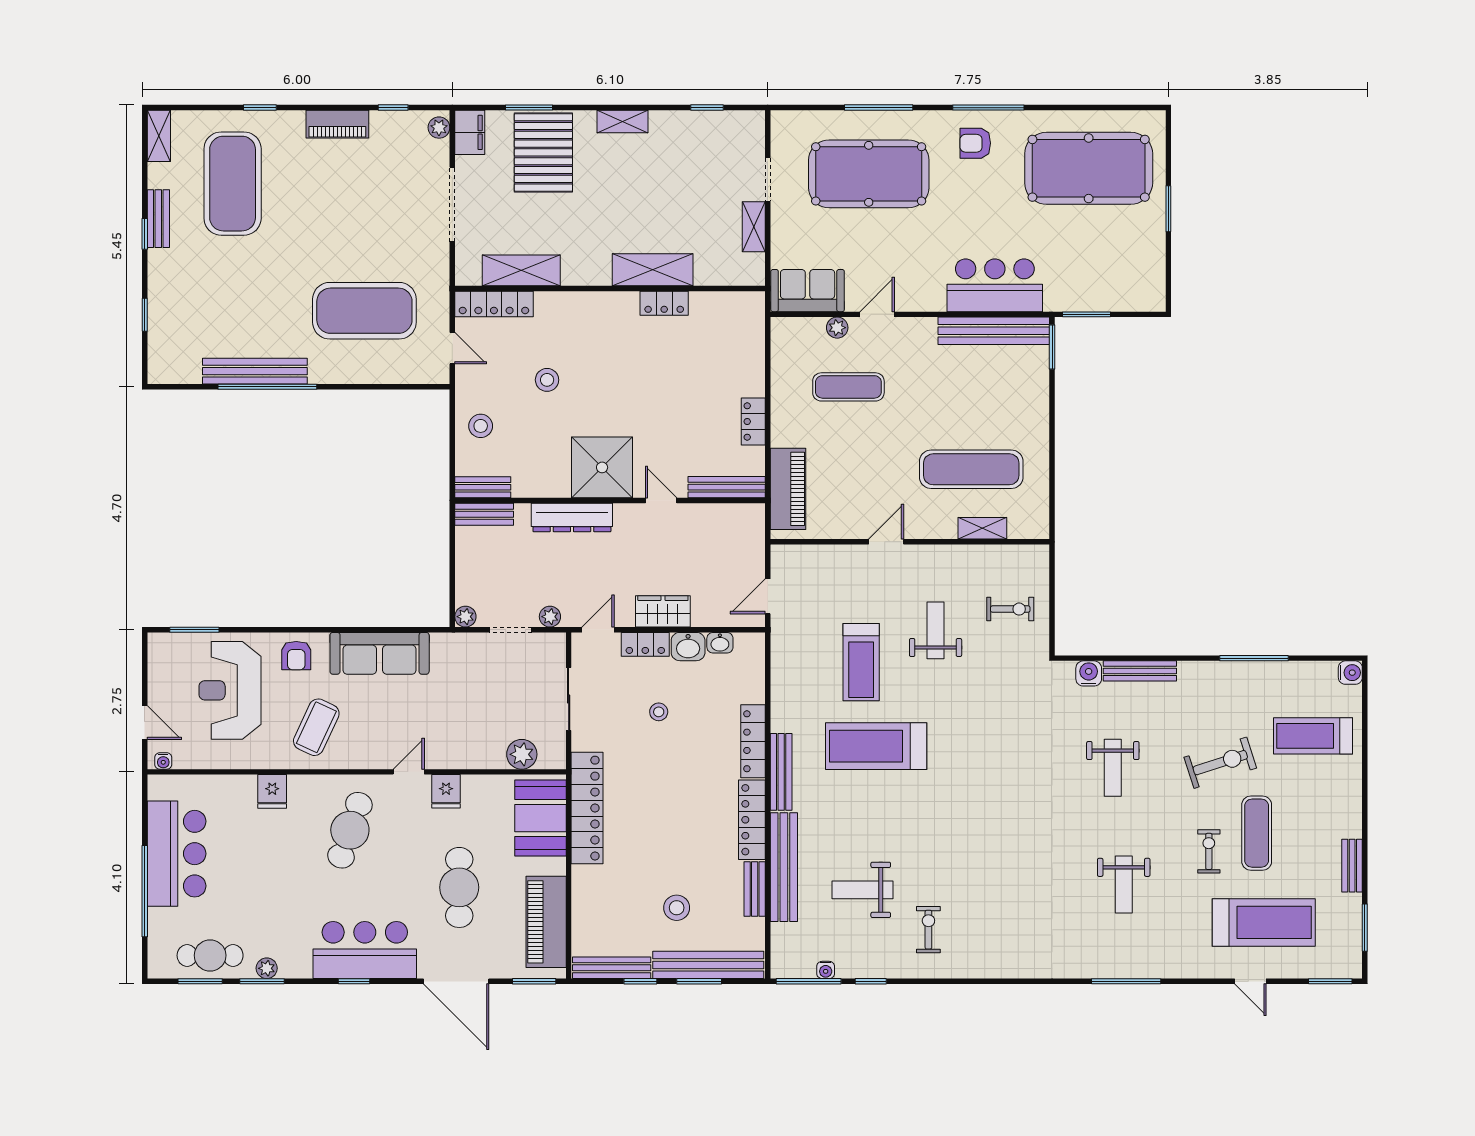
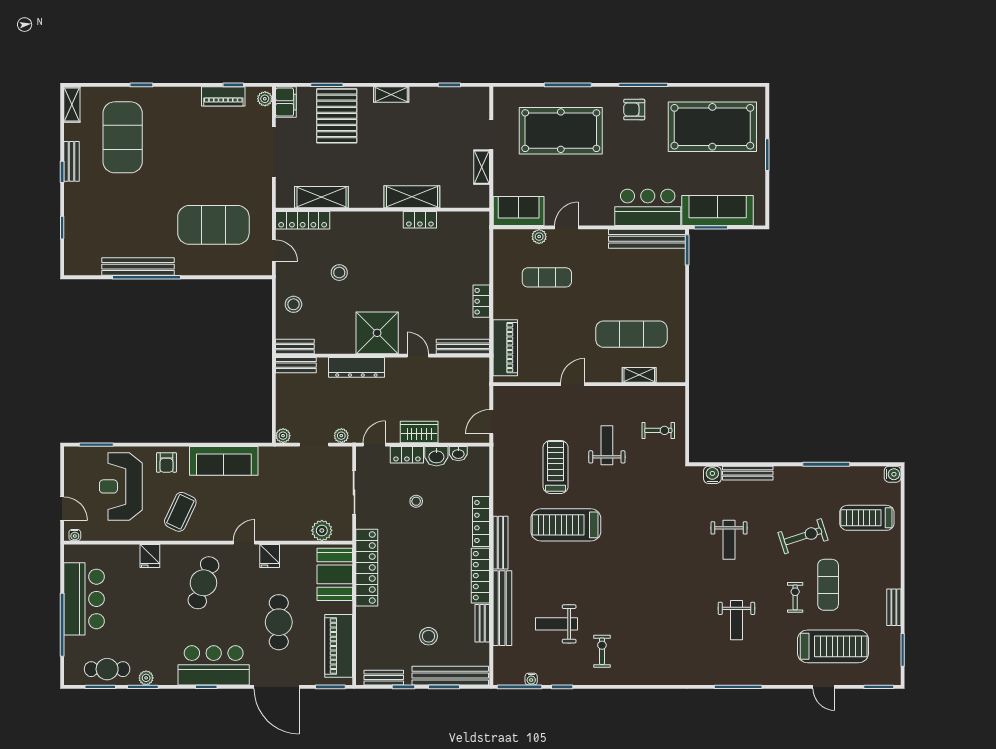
piano: (337, 124) -> (223, 96), moved
sofa: (1096, 290) -> (718, 211), added
treadmill: (861, 662) -> (556, 467), turned 180
bench: (612, 968) -> (384, 678), width x0.73

